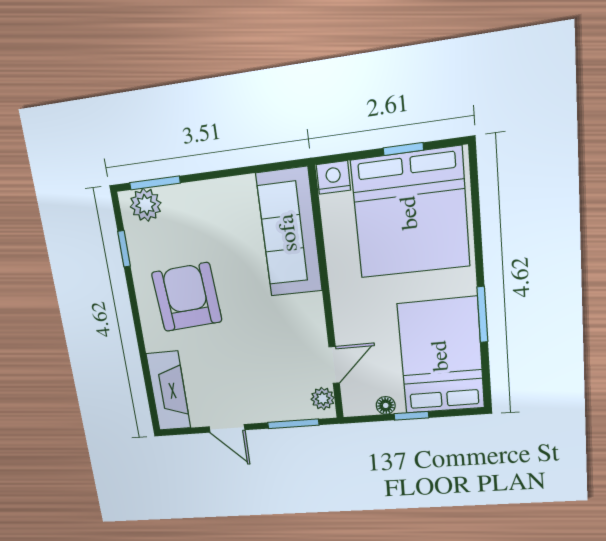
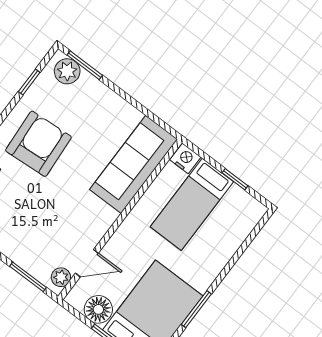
bed: (410, 213) -> (192, 204), width x0.49
floor lamp: (386, 405) -> (98, 309), width x1.89, depth x1.89

